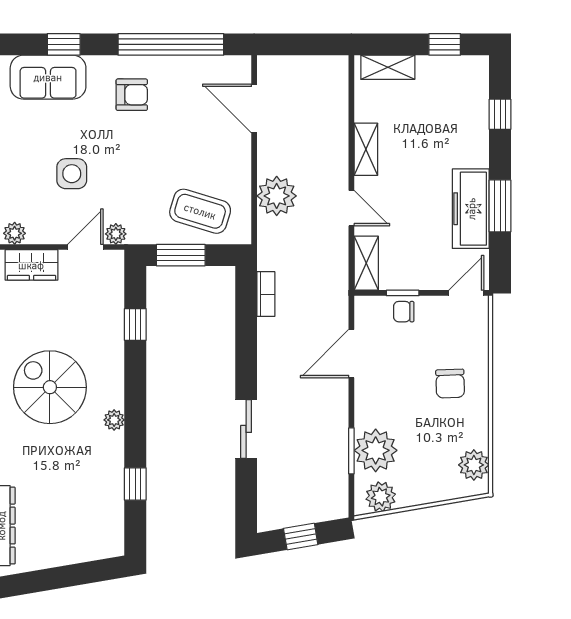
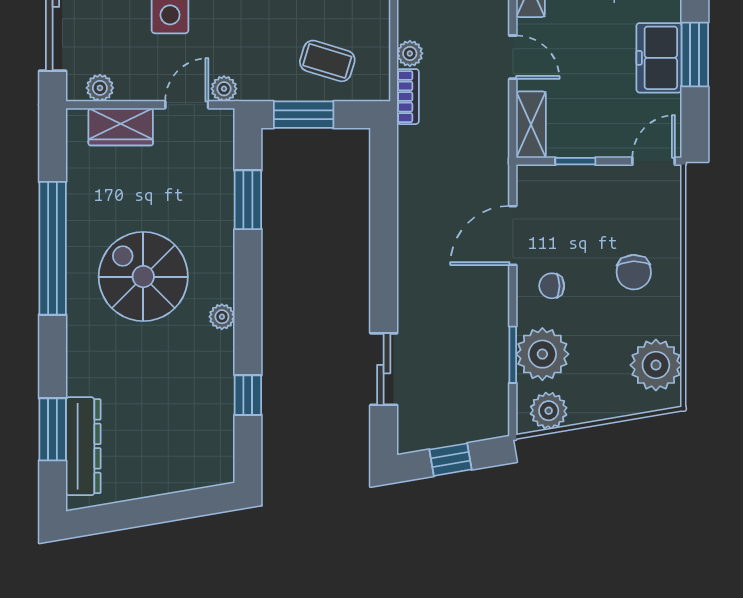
plant: (277, 196) -> (410, 53), width x0.53, depth x0.53
freezer: (471, 209) -> (659, 58), width x0.71
coffee table: (200, 211) -> (327, 61), width x0.73, depth x0.77
bookcase: (266, 294) -> (408, 97), moved
chair: (404, 312) -> (552, 286), moved
window: (135, 324) -> (248, 200), width x1.50
sliding door: (246, 429) -> (384, 369), moved
plant: (474, 465) -> (656, 365), width x1.36, depth x1.36

